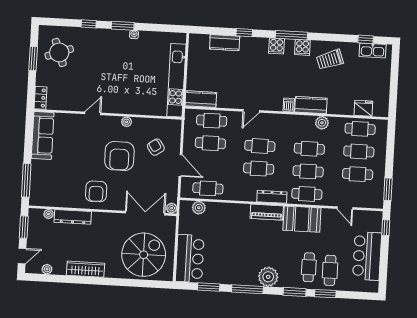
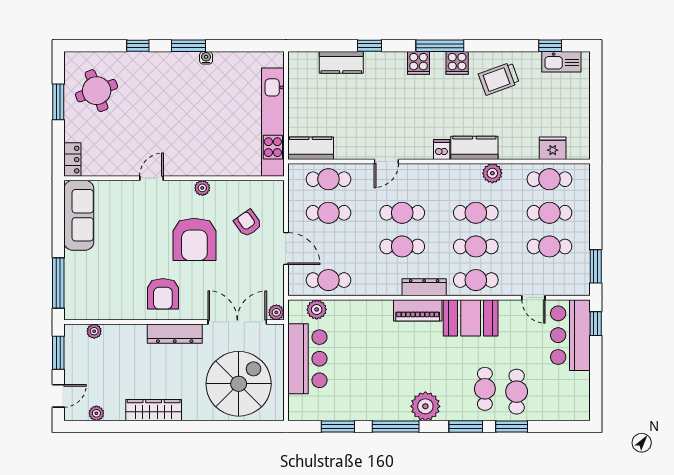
dresser: (73, 217) -> (175, 334), moved
bar counter: (367, 256) -> (570, 335), moved
bar counter: (190, 259) -> (307, 359), moved

